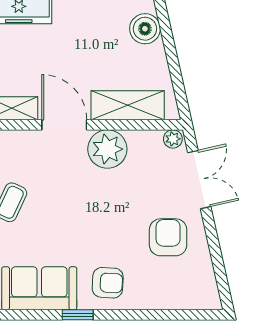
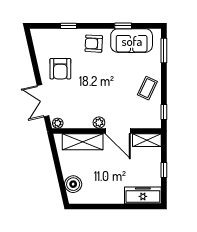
plant: (107, 149) -> (99, 123), width x0.53, depth x0.53
window: (78, 315) -> (123, 26), moved
window: (153, 315) -> (68, 26), added

